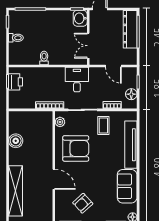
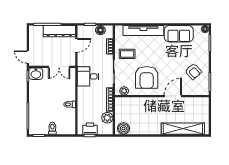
dresser: (130, 29) -> (59, 31), moved
plant: (28, 102) -> (107, 118), added
boiler: (16, 141) -> (123, 129), moved
armchair: (76, 148) -> (147, 77), turned 180

